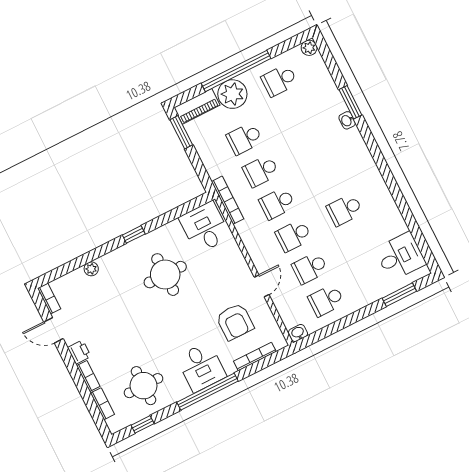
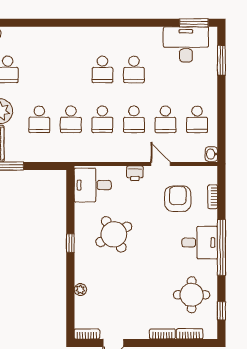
window: (350, 102) -> (194, 23), moved
washbasin: (347, 120) -> (65, 32), removed
school desk: (328, 177) -> (102, 69), added
bookcase: (228, 200) -> (81, 157), removed
desk: (400, 256) -> (186, 44), width x1.37
round table: (165, 275) -> (114, 234), turned -30
armchair: (235, 322) -> (178, 199), turned -90
printer: (79, 352) -> (135, 173), moved, turned 180
bookcase: (255, 356) -> (213, 197), width x0.64

